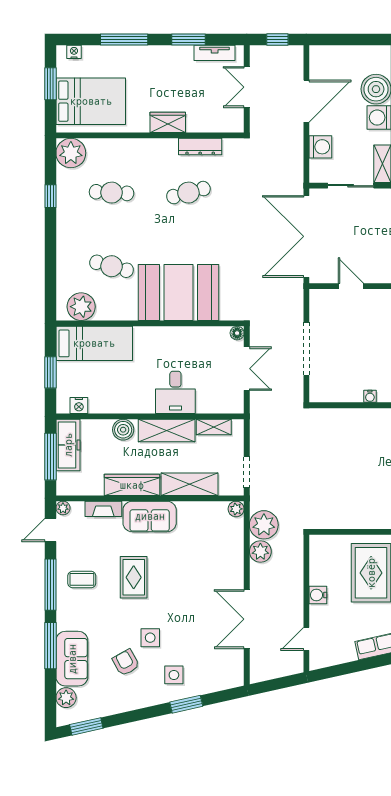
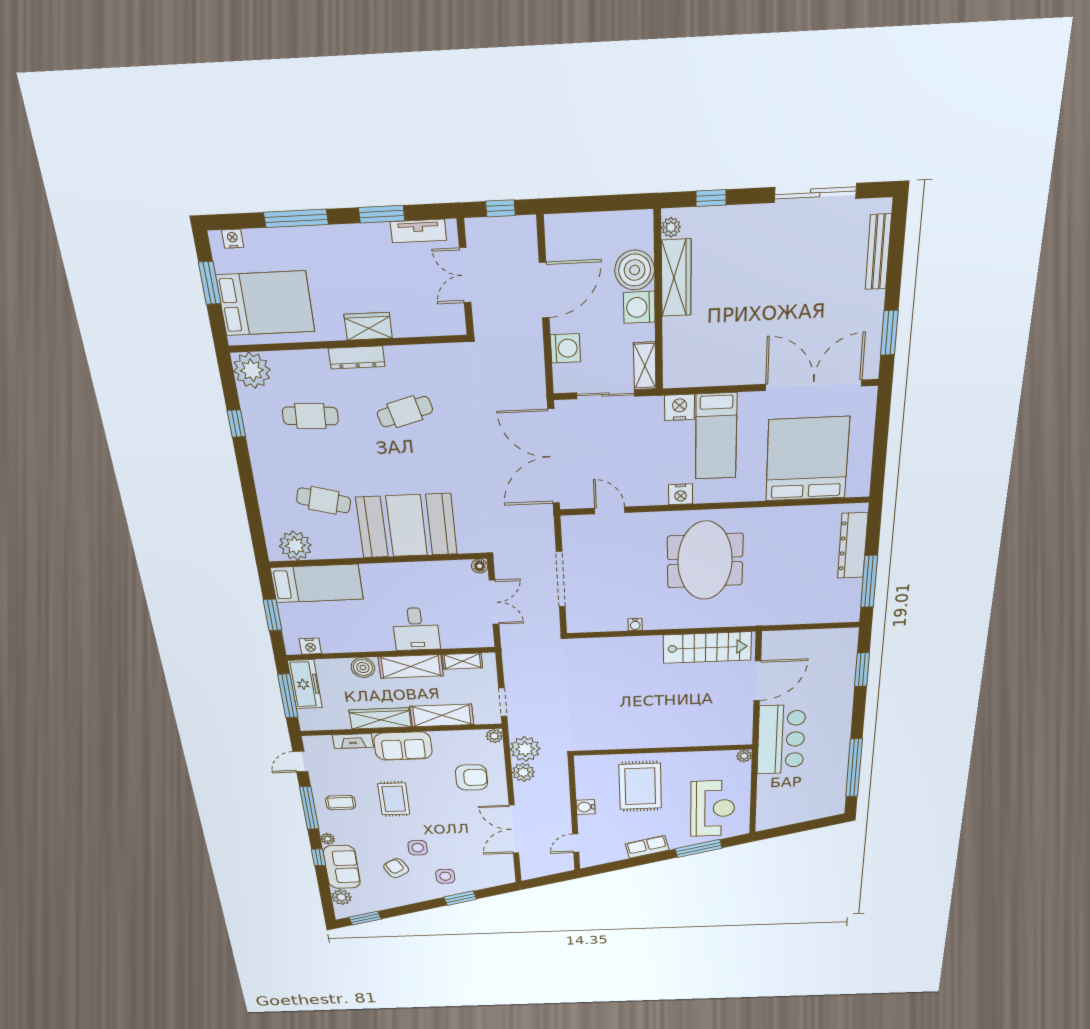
dresser: (200, 147) -> (357, 357), moved
plant: (63, 508) -> (328, 839), moved
armchair: (211, 555) -> (472, 777), added
window: (50, 646) -> (318, 857), width x0.46

